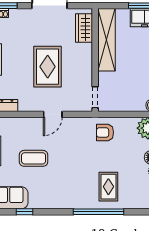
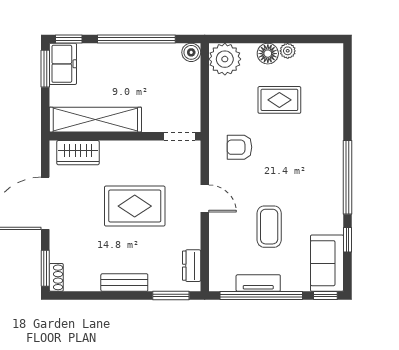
armchair: (105, 133) -> (239, 147), moved, turned 90
rug: (108, 187) -> (279, 100), moved
window: (98, 212) -> (347, 177), moved

